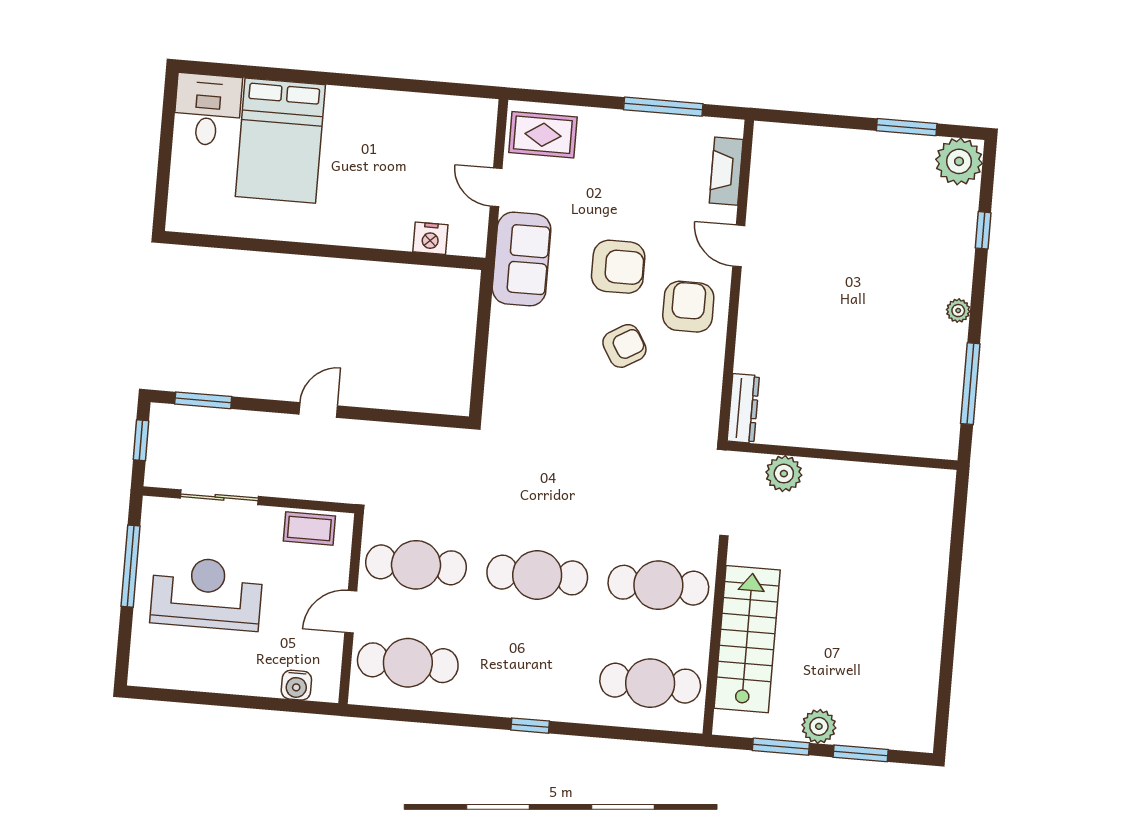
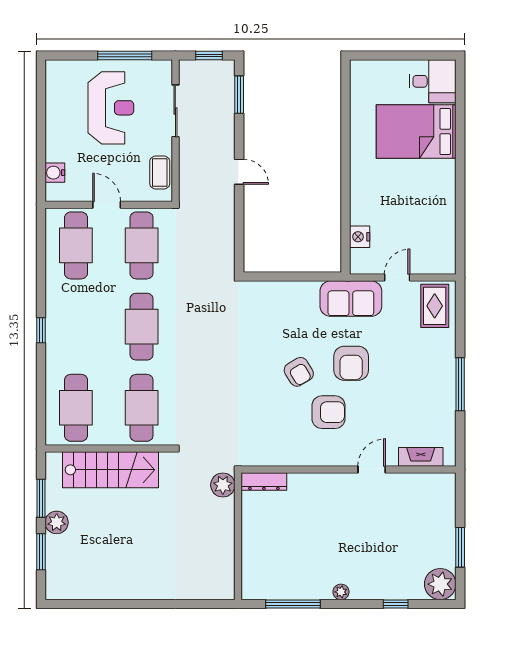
fireplace: (726, 171) -> (421, 457), moved
door: (739, 246) -> (372, 469), moved
wall: (736, 280) -> (349, 469), moved
dresser: (743, 408) -> (264, 481), moved

